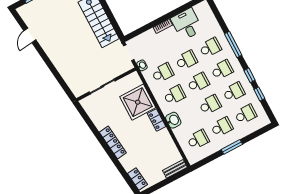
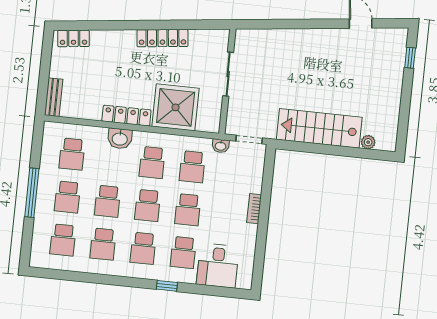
desk: (187, 24) -> (218, 266), moved, turned 90
window: (233, 45) -> (167, 286), width x0.46
window: (250, 75) -> (111, 280), removed
window: (259, 94) -> (78, 276), removed
locker: (157, 120) -> (126, 116), width x1.53
locker: (113, 142) -> (162, 38), moved
window: (232, 147) -> (32, 193), width x1.44

